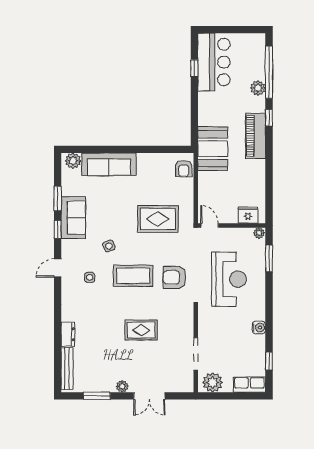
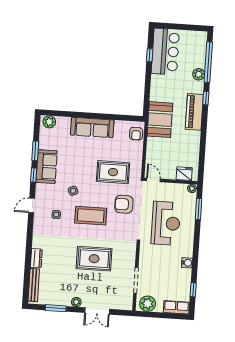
sofa: (109, 164) -> (92, 128), moved
armchair: (175, 277) -> (124, 204), moved
rug: (141, 330) -> (94, 259), width x1.36, depth x1.43

